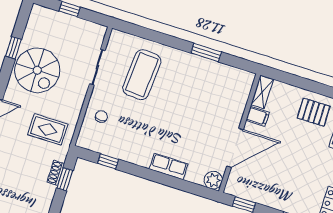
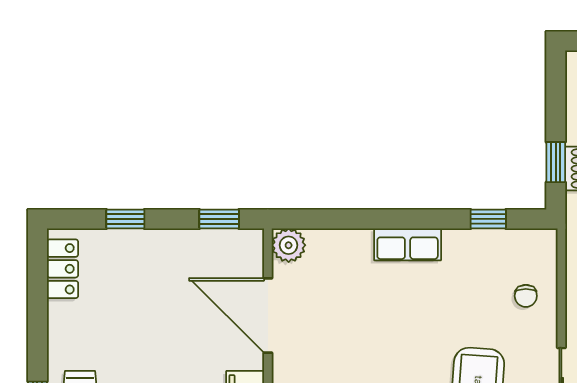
door: (235, 148) -> (268, 316), hinge flipped
row of seats: (169, 166) -> (408, 244), moved

